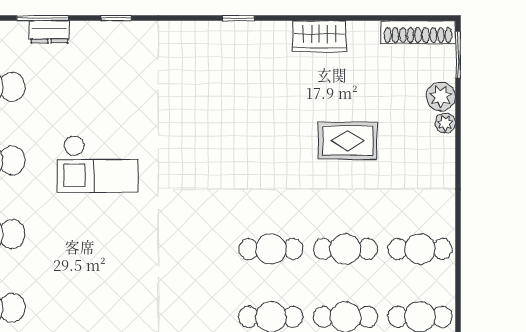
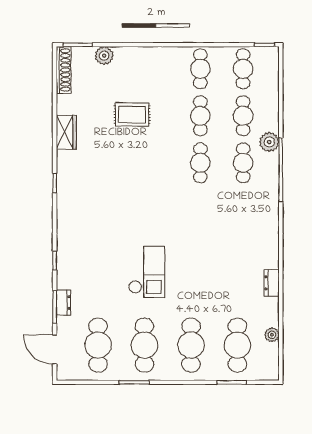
plant: (445, 123) -> (121, 53), removed
rug: (348, 141) -> (132, 114), turned 90

